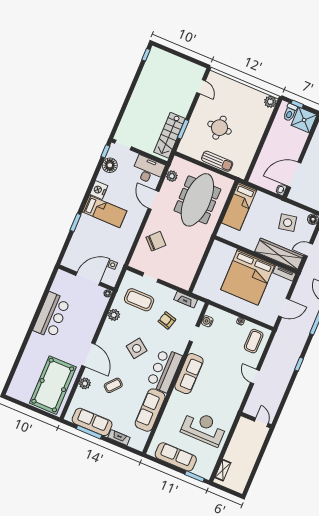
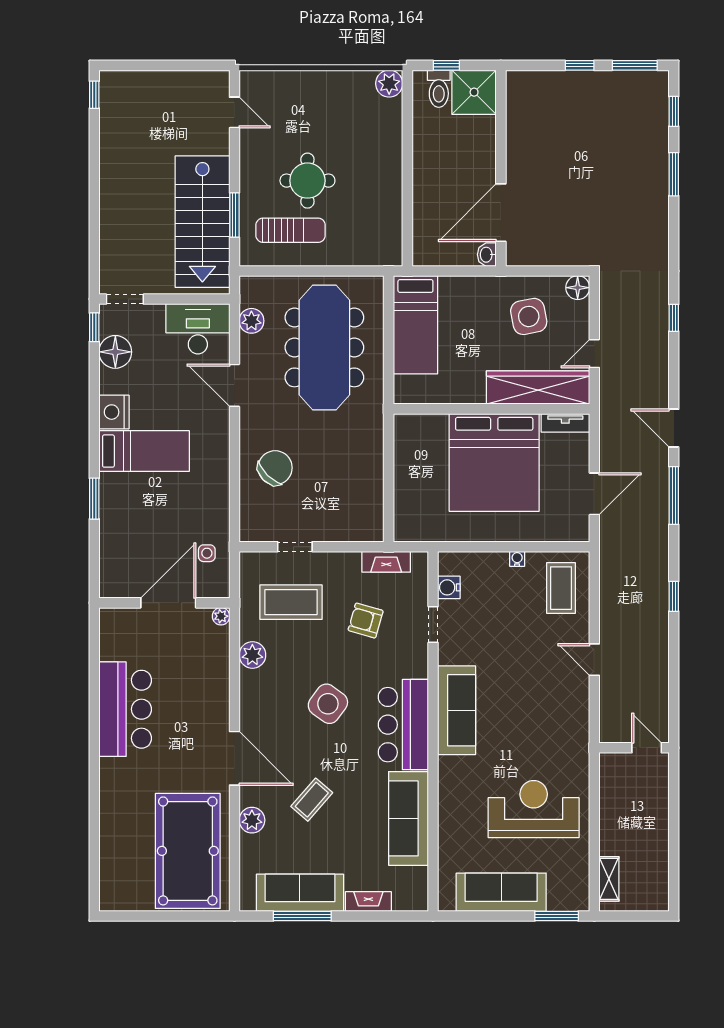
stairs: (169, 135) -> (202, 222), width x1.36, depth x1.51
sun lounger: (217, 161) -> (291, 230), moved

